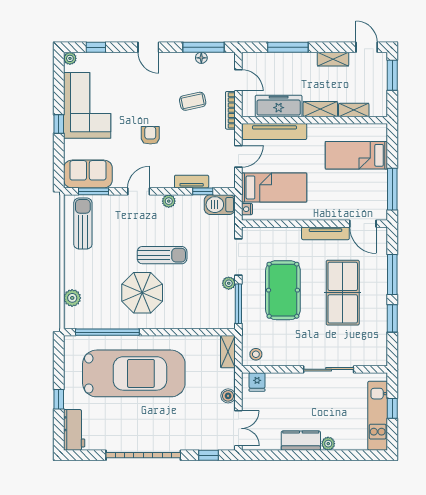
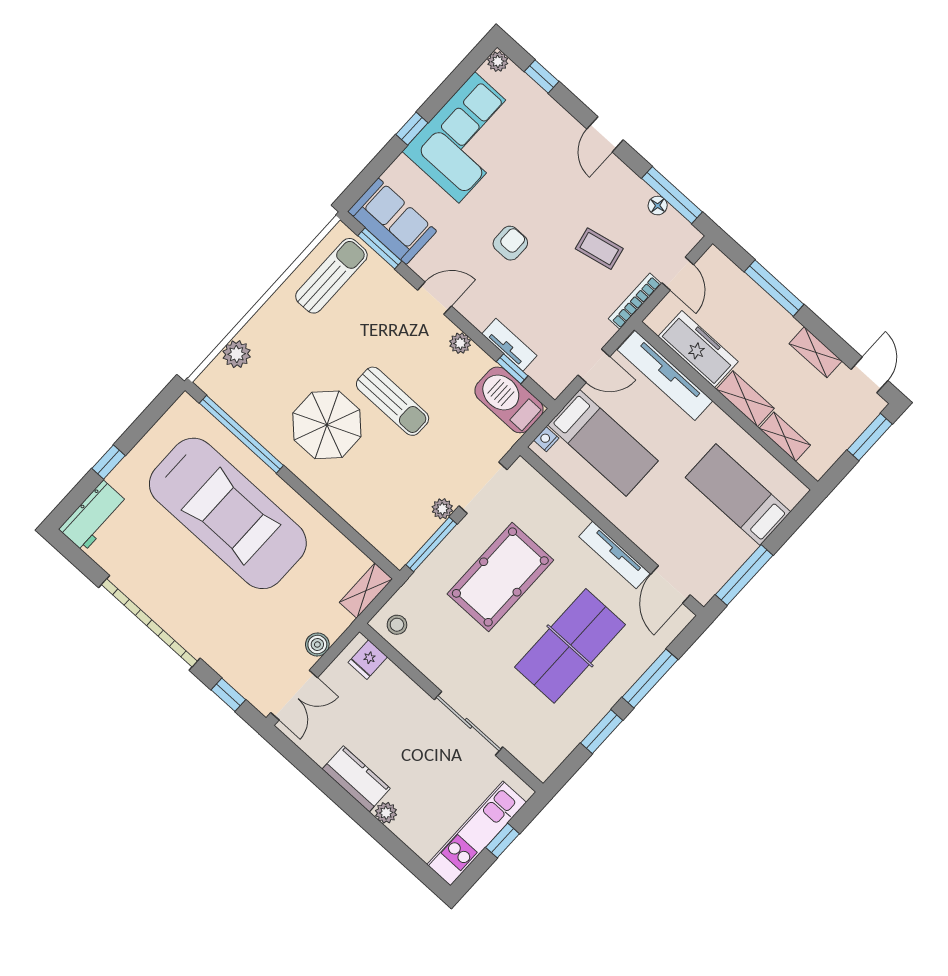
barbecue: (220, 205) -> (509, 400), width x1.37, depth x1.21

